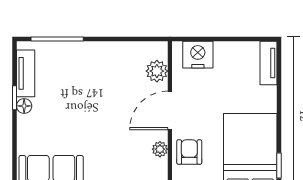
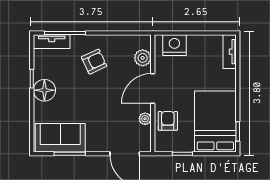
tv unit: (26, 73) -> (52, 42), moved, turned 90
armchair: (94, 76) -> (94, 62), added
floor lamp: (24, 106) -> (44, 90), width x1.89, depth x1.89

